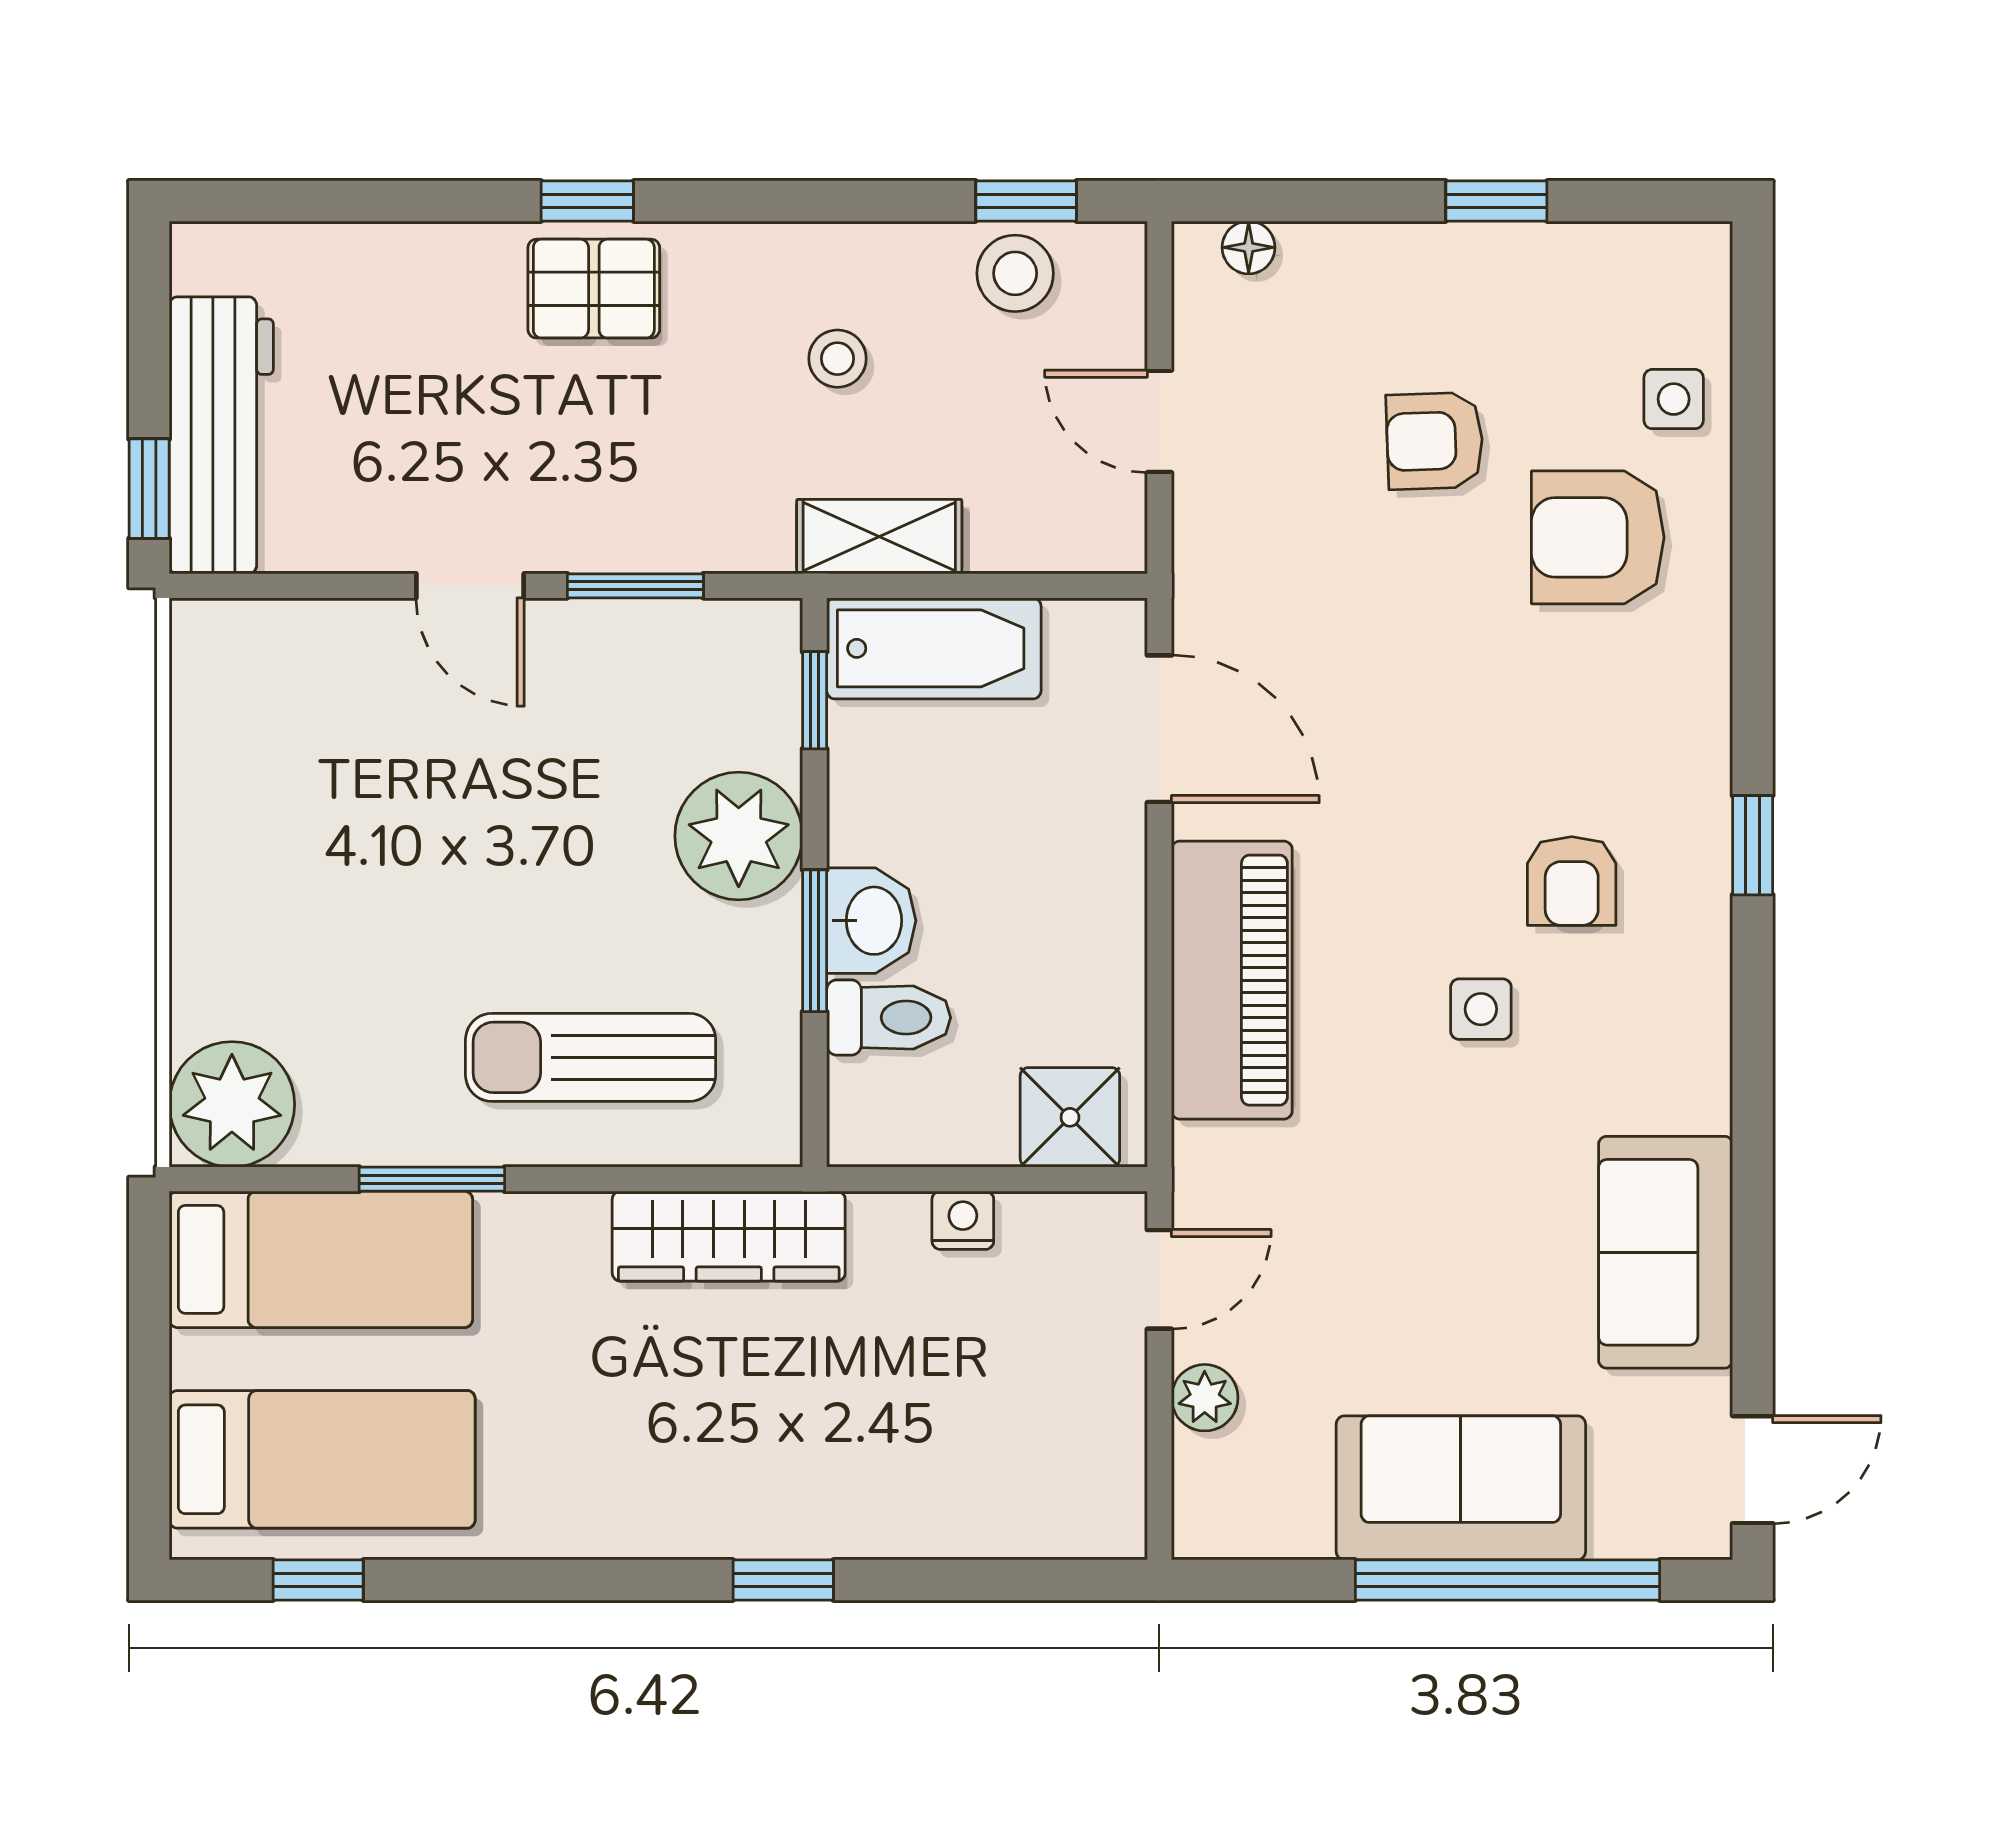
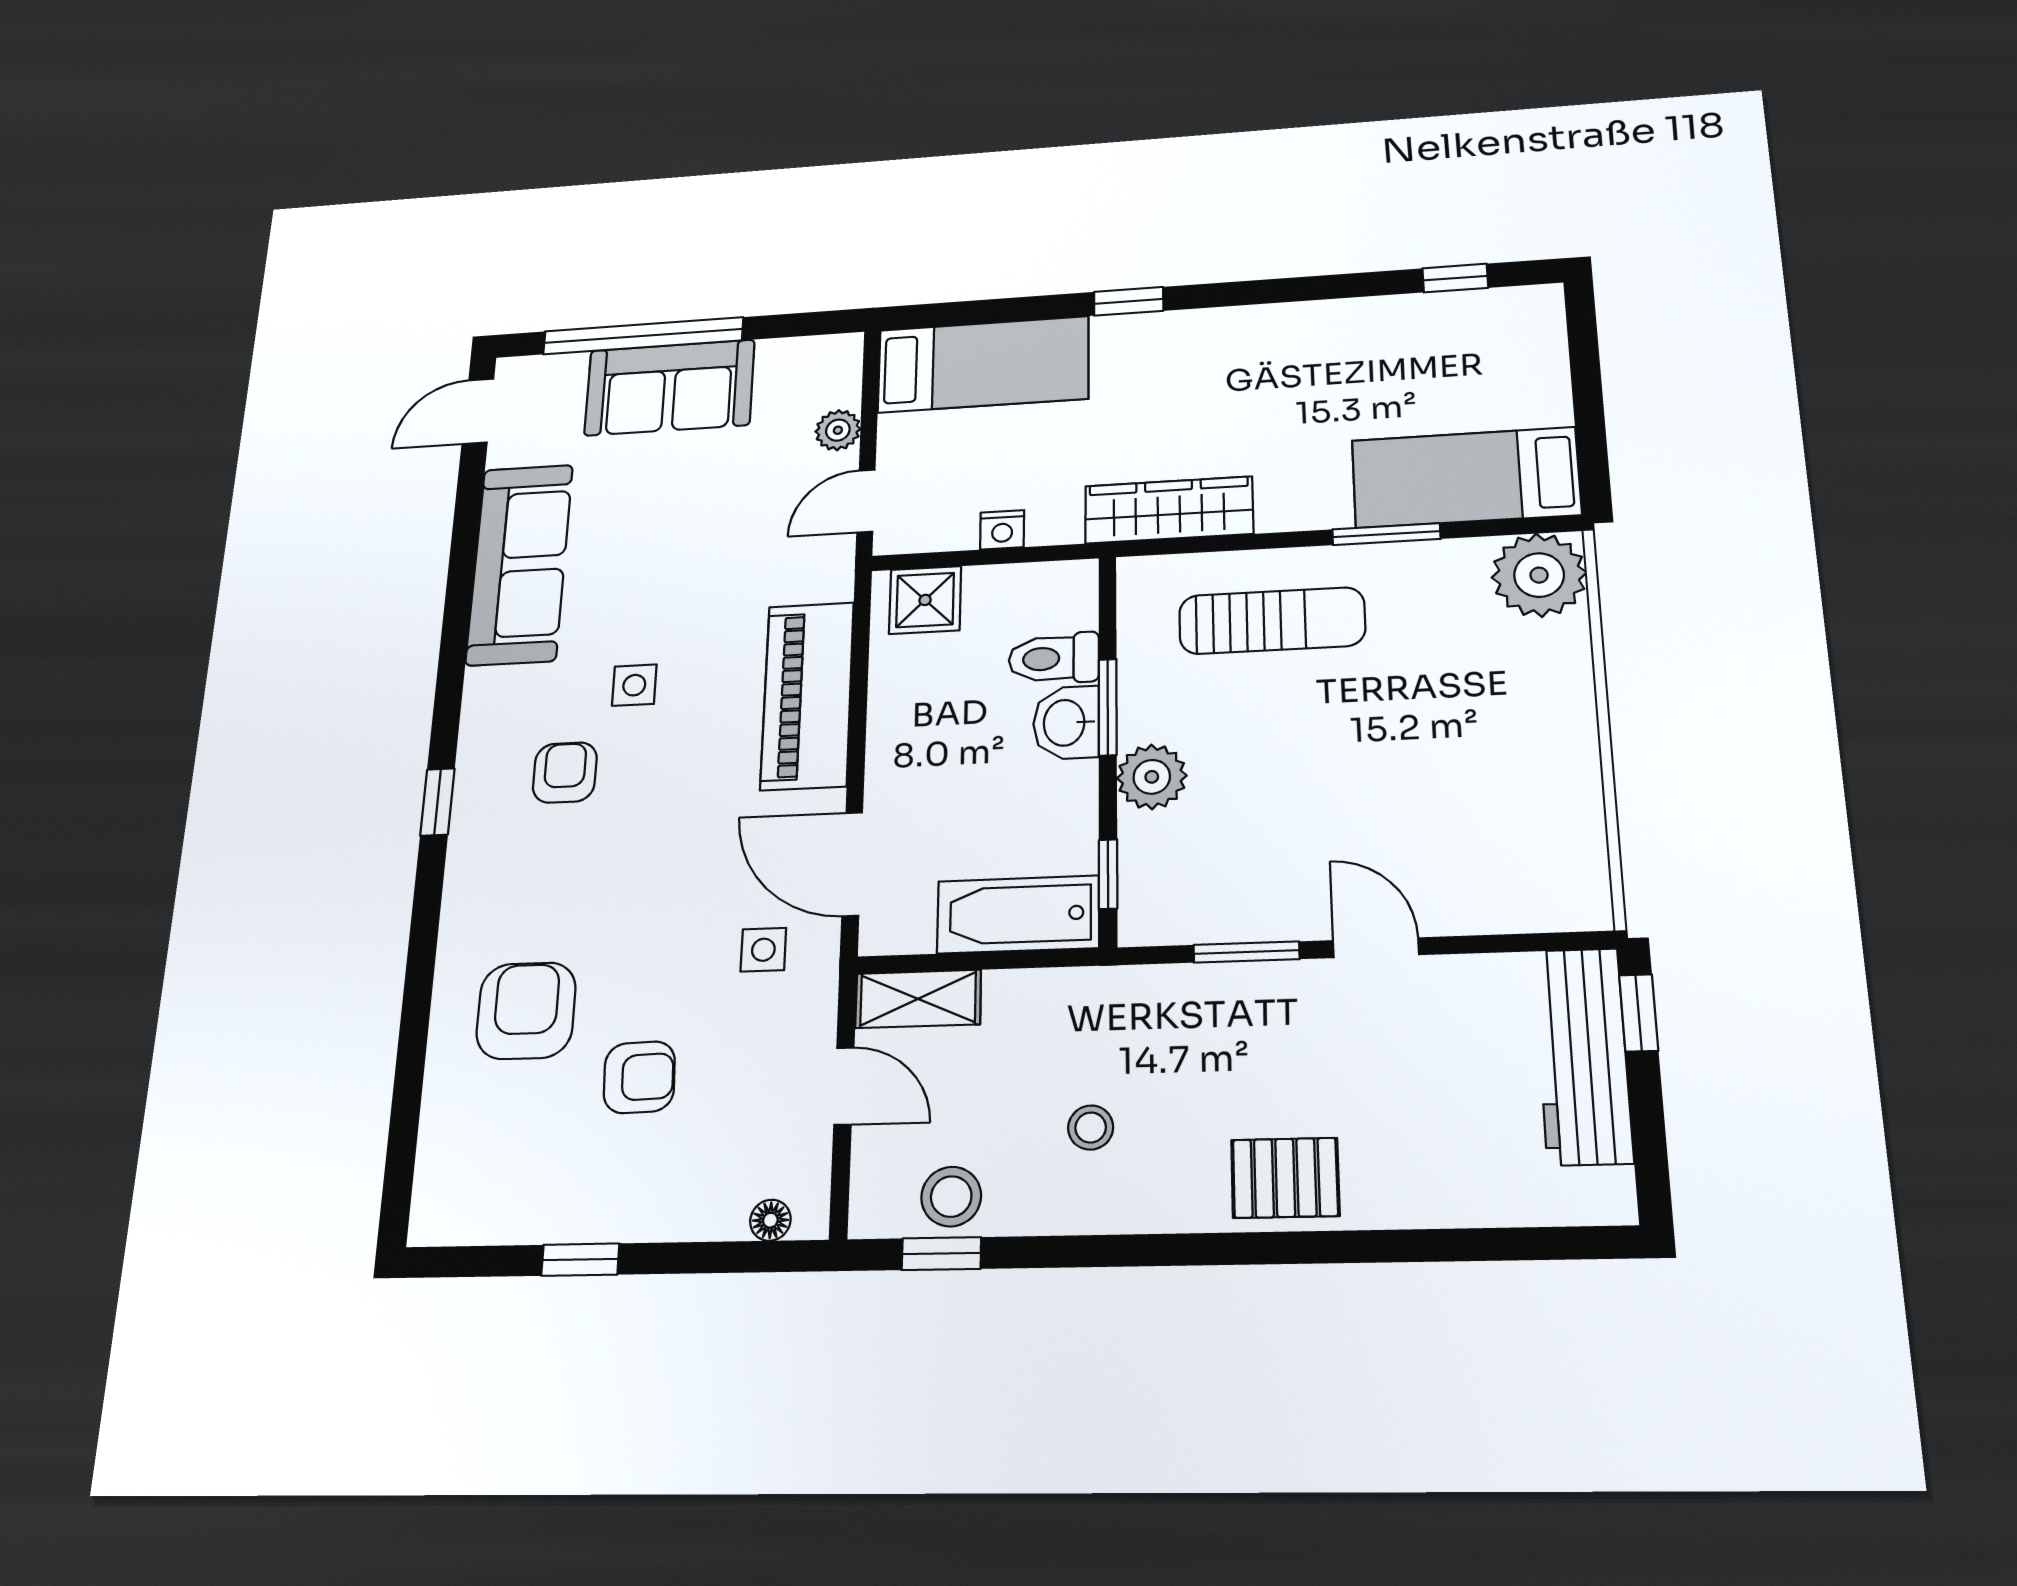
window: (587, 201) -> (1292, 1248), removed
side table: (1674, 399) -> (763, 950), moved
shelving: (879, 537) -> (918, 999), moved
armchair: (1598, 537) -> (526, 1011), turned -90
plant: (739, 836) -> (1152, 777), width x0.73, depth x0.73
sofa: (1666, 1252) -> (520, 564), width x1.36
bed: (322, 1459) -> (983, 364), moved, turned 180

